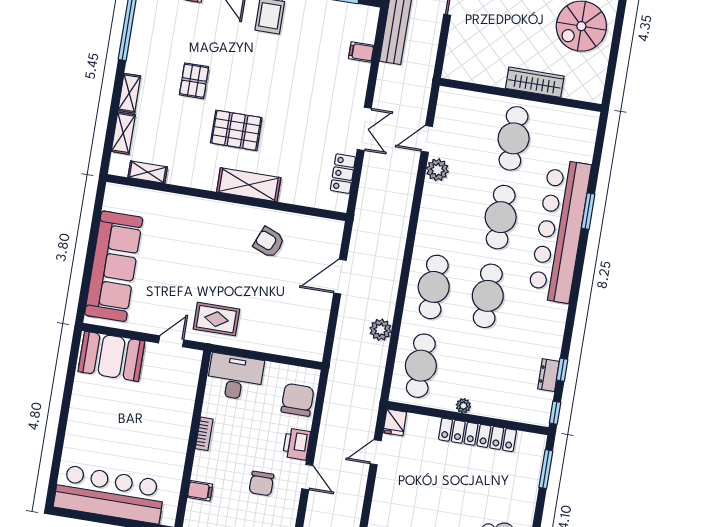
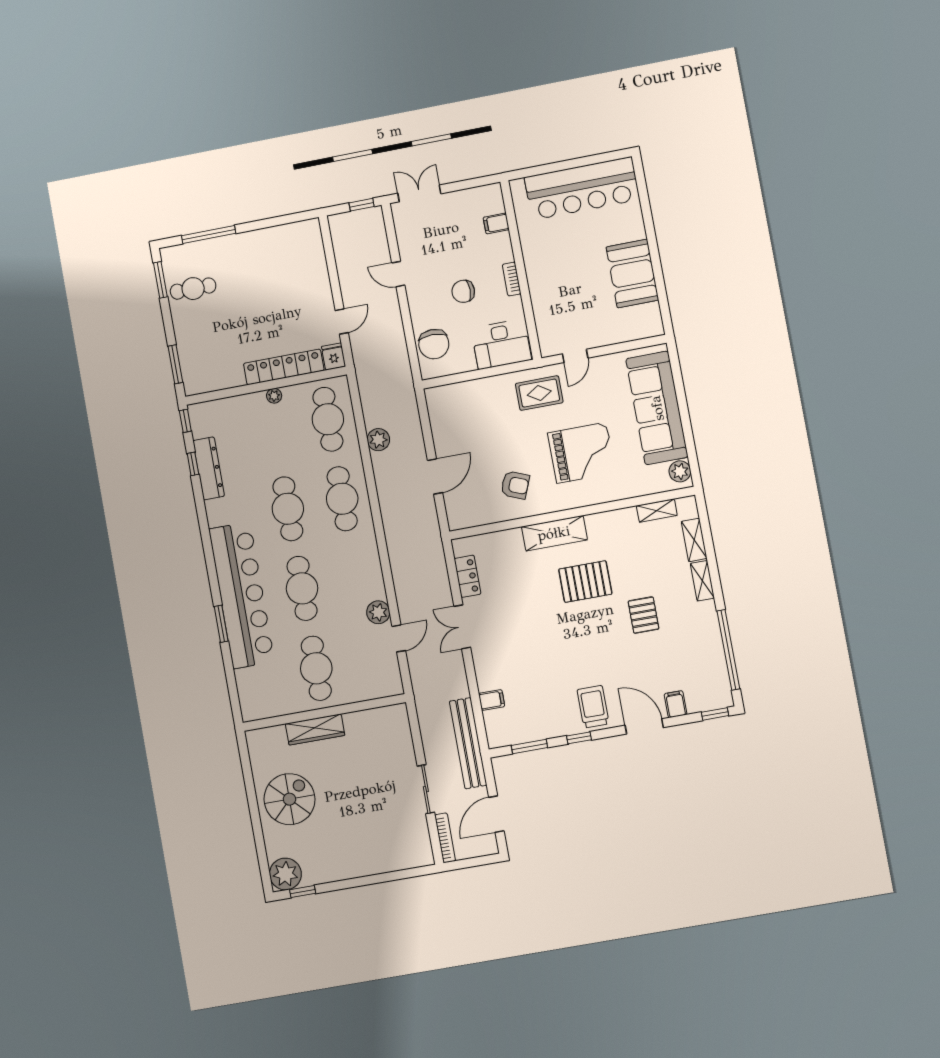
plant: (114, 200) -> (680, 471), added
grand piano: (197, 250) -> (582, 453), added
booth: (111, 356) -> (632, 273), moved, turned 90
dresser: (548, 375) -> (209, 468), width x1.96, depth x1.24
locker: (477, 435) -> (284, 367), moved
printer: (296, 444) -> (420, 302), removed
chair: (261, 483) -> (463, 291), moved, turned -90

